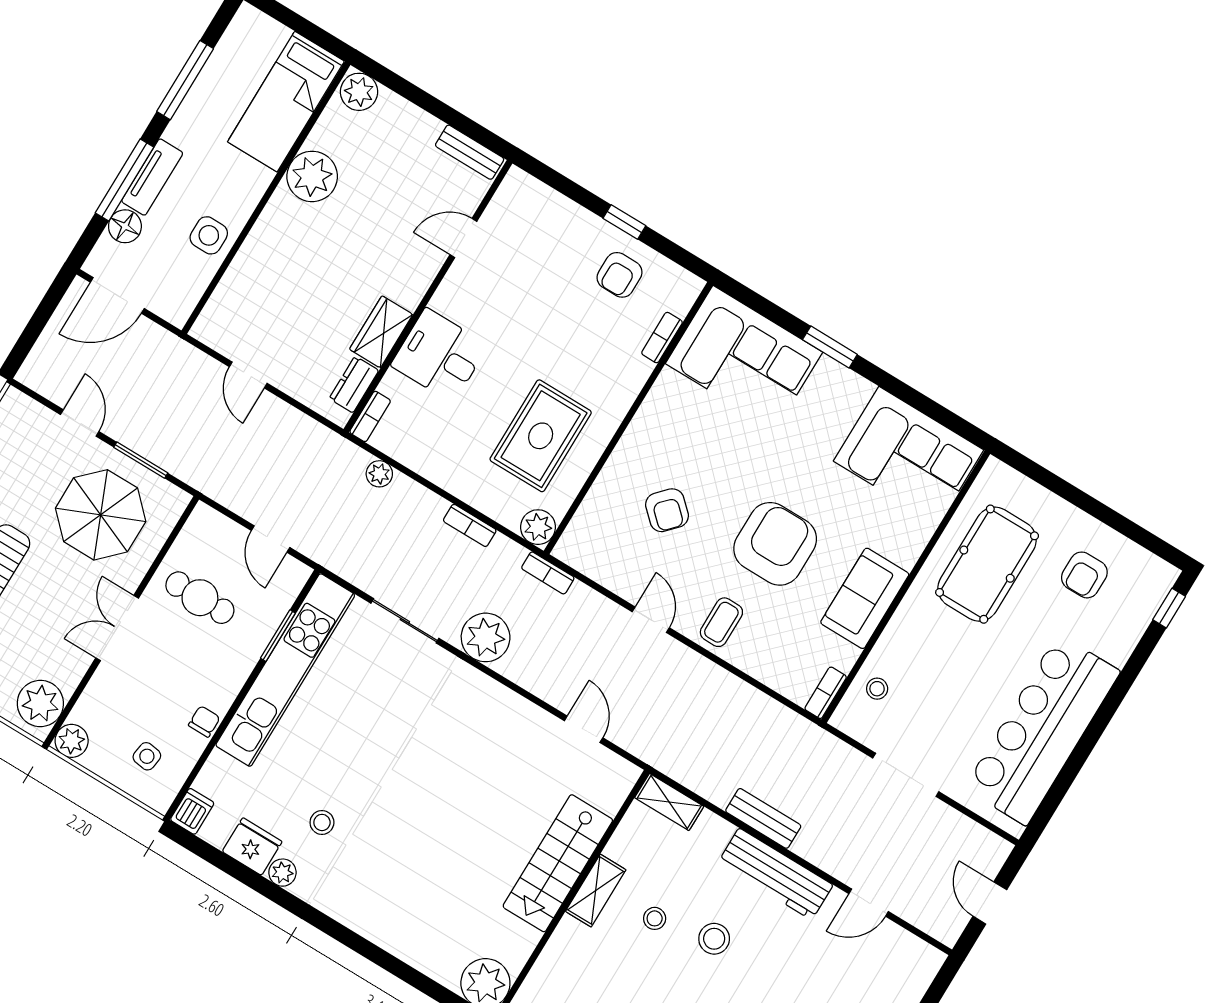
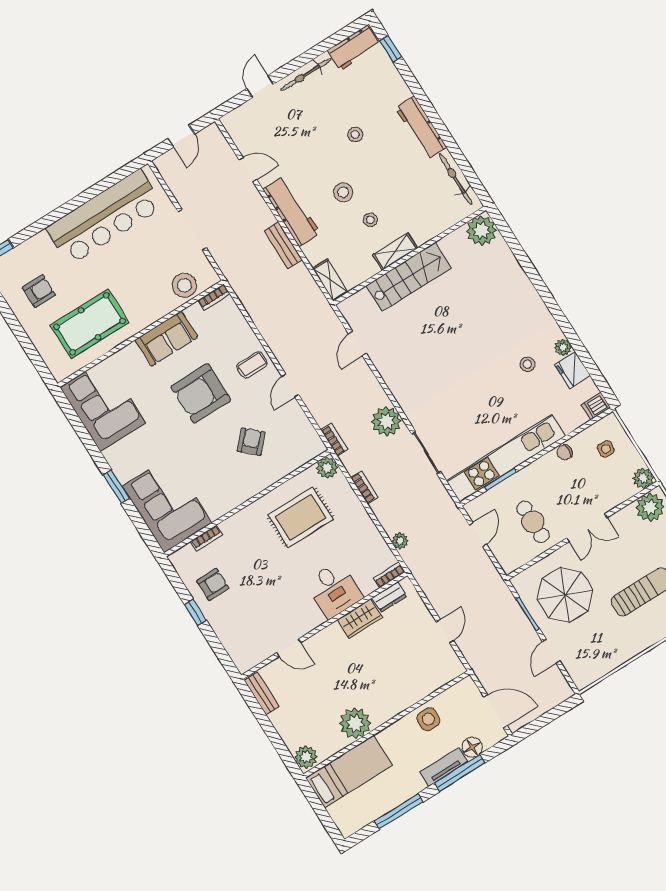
stool: (877, 689) -> (184, 285), width x1.89, depth x1.89

